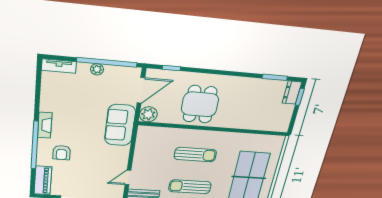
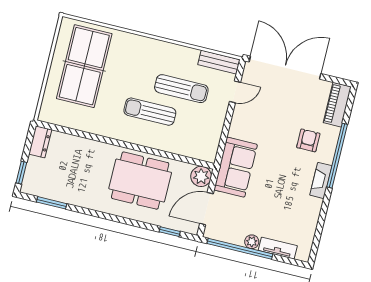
tv unit: (59, 66) -> (278, 248), moved
dresser: (292, 93) -> (40, 142), moved
dining table: (200, 104) -> (140, 181), width x1.38
sun lounger: (190, 187) -> (181, 89), moved

